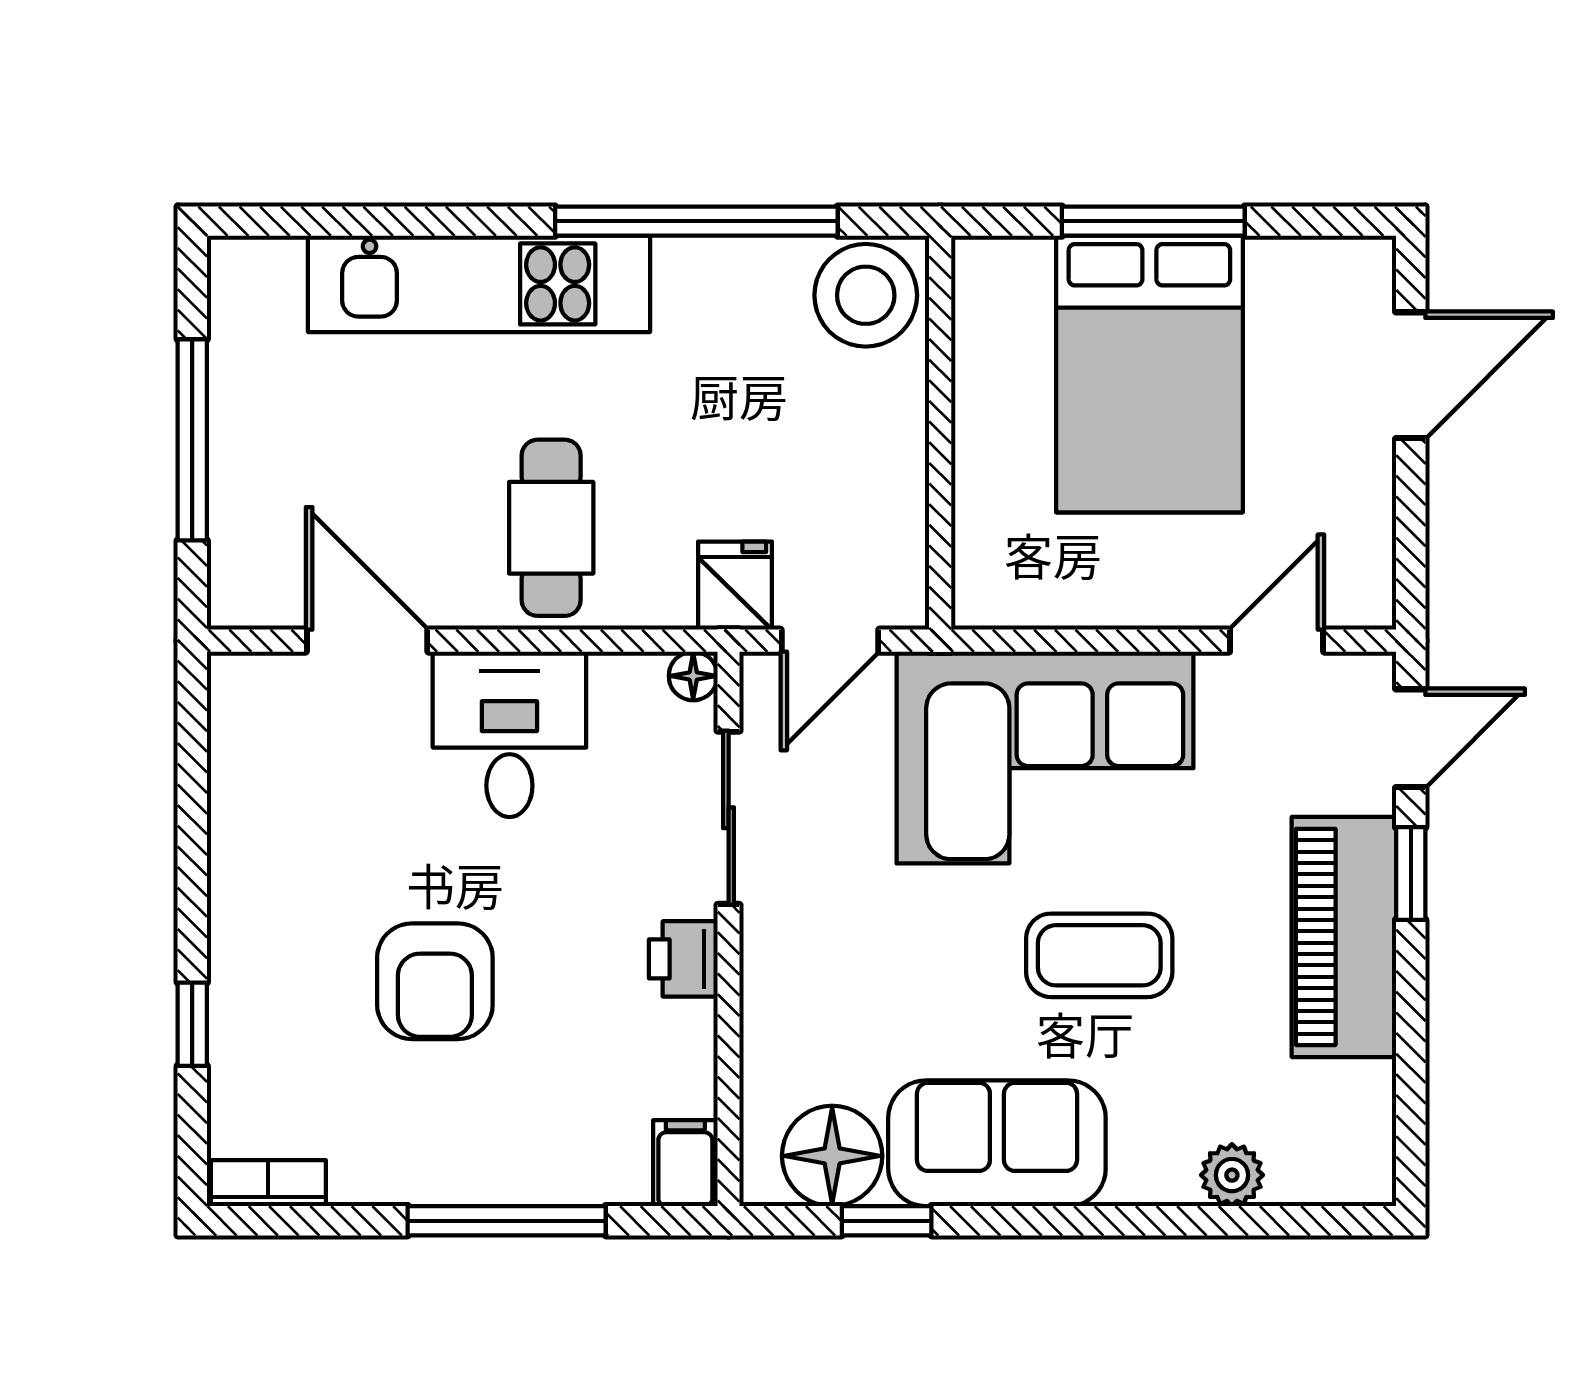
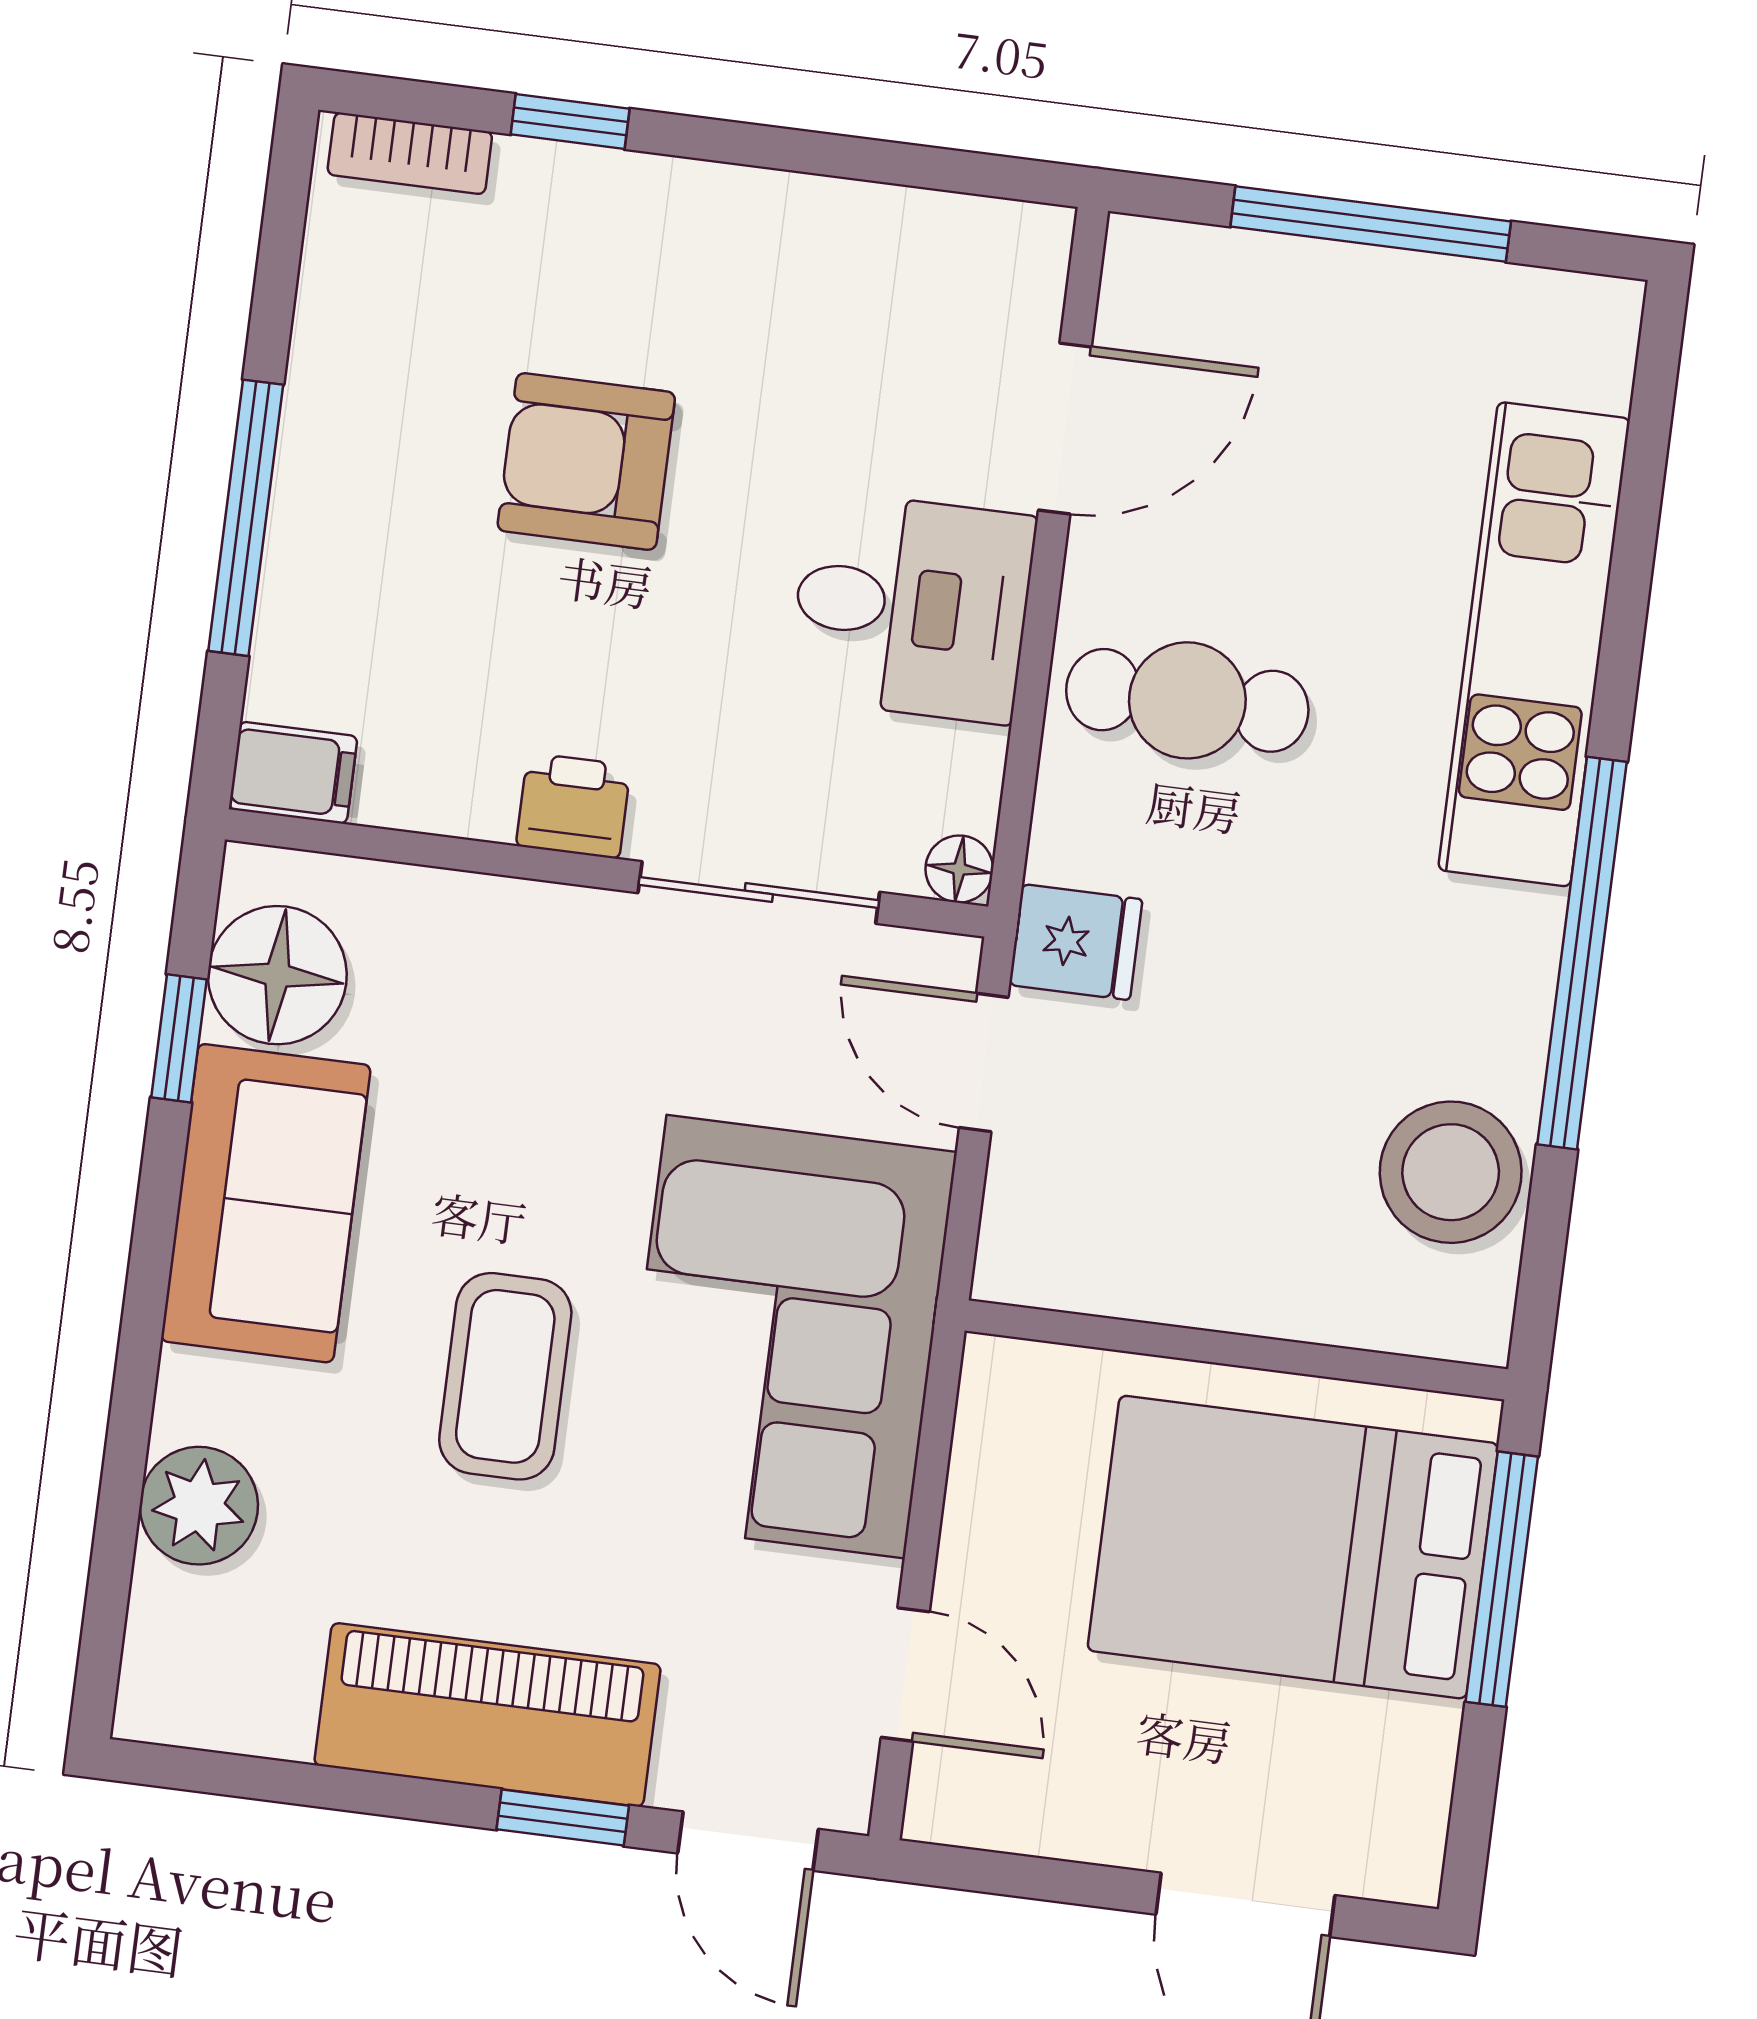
wall: (940, 433) -> (1236, 1350), moved
plant: (1232, 1175) -> (199, 1506), width x1.38, depth x1.38
bookcase: (268, 1183) -> (410, 153), moved, turned 90

